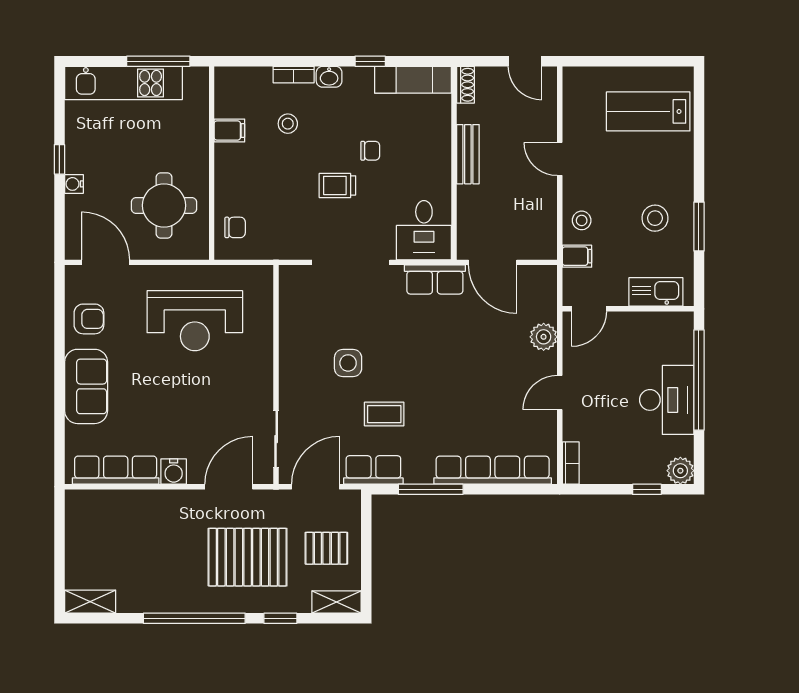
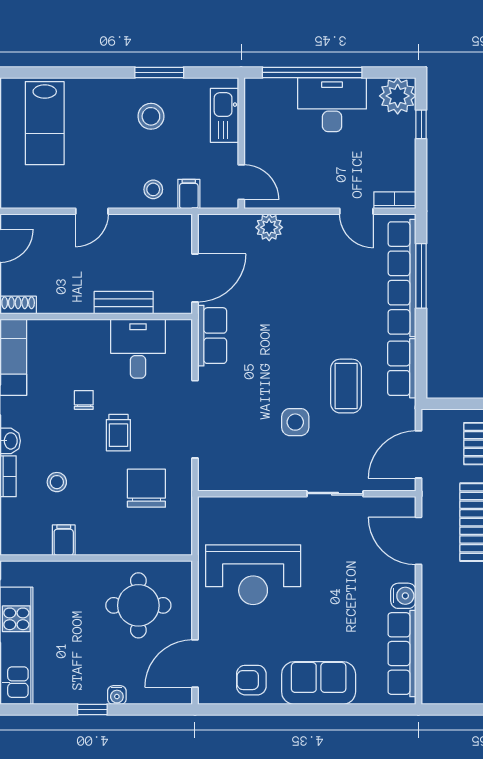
bench: (468, 154) -> (124, 303), moved
chair: (235, 227) -> (146, 488), moved, width x1.87, depth x1.87
desk: (424, 230) -> (138, 349), moved, turned -90
armchair: (89, 319) -> (251, 680), turned -90
reception desk: (195, 321) -> (253, 575), turned 90
door: (560, 393) -> (356, 211), moved
coffee table: (384, 414) -> (346, 386), width x1.36, depth x1.30
sliding door: (276, 439) -> (335, 494), moved
row of seats: (373, 470) -> (402, 368), moved
plant: (680, 471) -> (398, 96), width x1.36, depth x1.36
door: (316, 487) -> (418, 454), hinge flipped
window: (431, 489) -> (421, 276), moved

